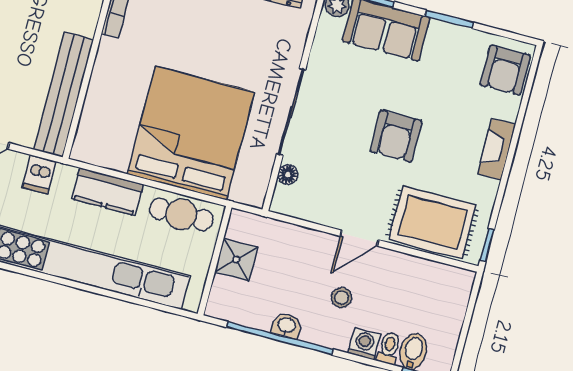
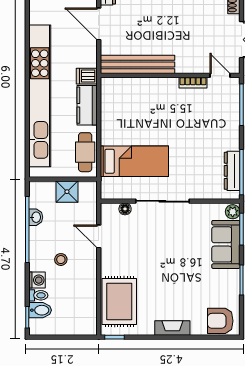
bed: (191, 133) -> (134, 161), width x0.49
armchair: (396, 136) -> (164, 267), removed
dishwasher: (39, 174) -> (87, 76), moved
door: (359, 238) -> (99, 236), moved
washbasin: (287, 326) -> (36, 217), moved

